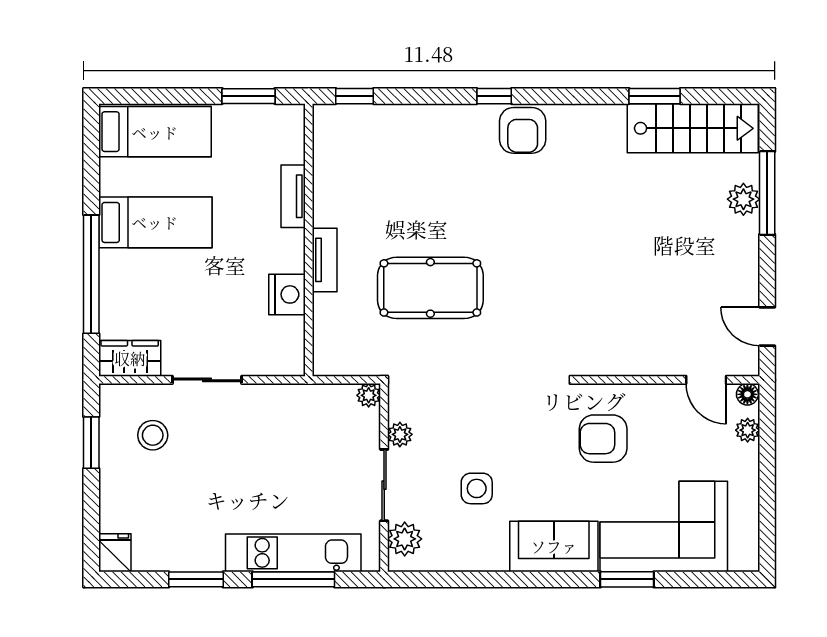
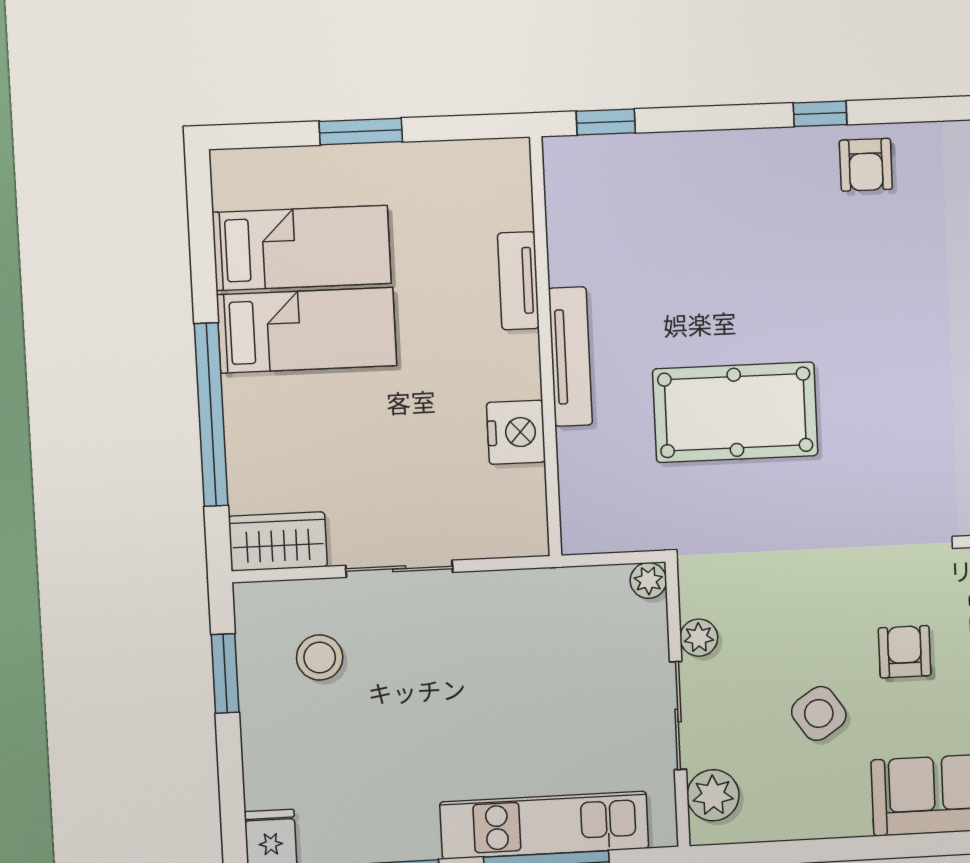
window: (249, 96) -> (361, 132), moved
armchair: (523, 130) -> (866, 165), width x0.72, depth x0.72
bed: (155, 132) -> (302, 248), moved
tv unit: (325, 260) -> (570, 357), width x1.41
armchair: (535, 450) -> (905, 652), added
side table: (477, 488) -> (819, 713), turned -34

